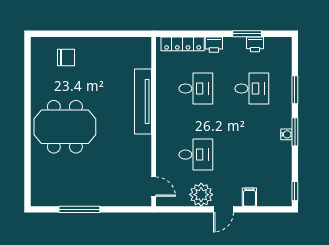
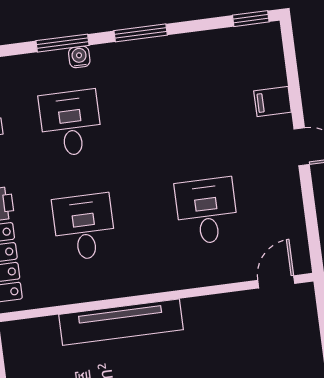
water cooler: (286, 134) -> (79, 57), moved
plant: (201, 195) -> (280, 192), removed

